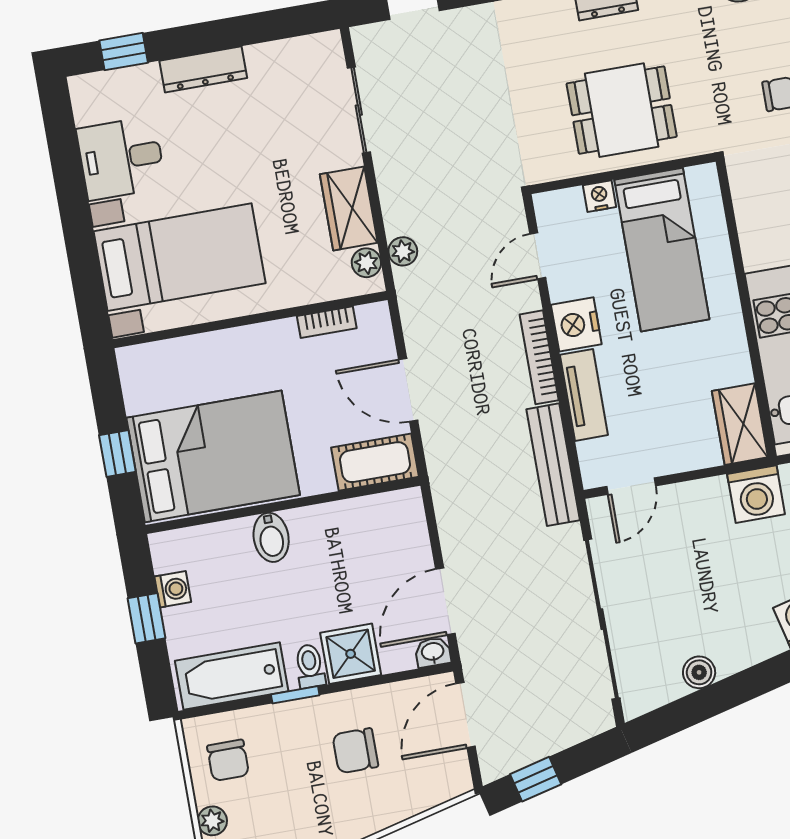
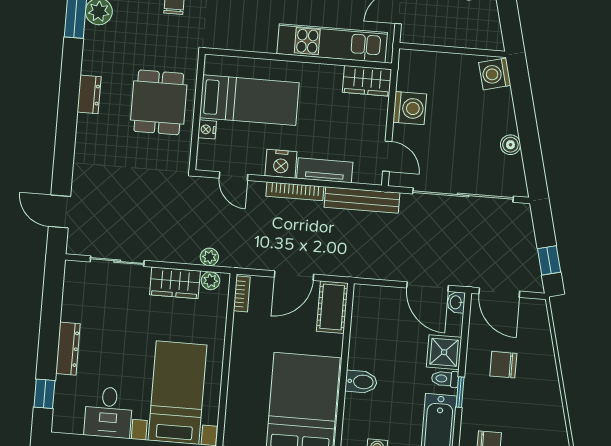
bookcase: (327, 322) -> (242, 294), moved
washing machine: (756, 494) -> (410, 108), moved
chair: (355, 751) -> (503, 365), turned 90

